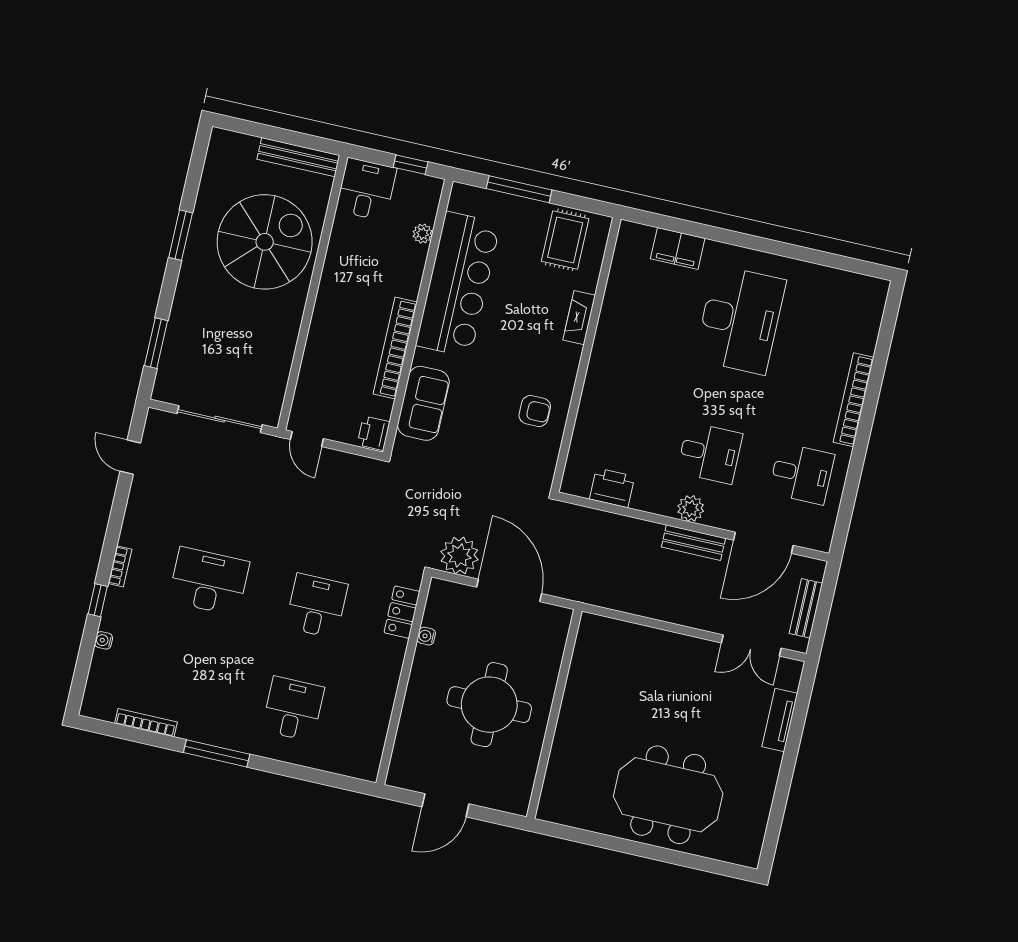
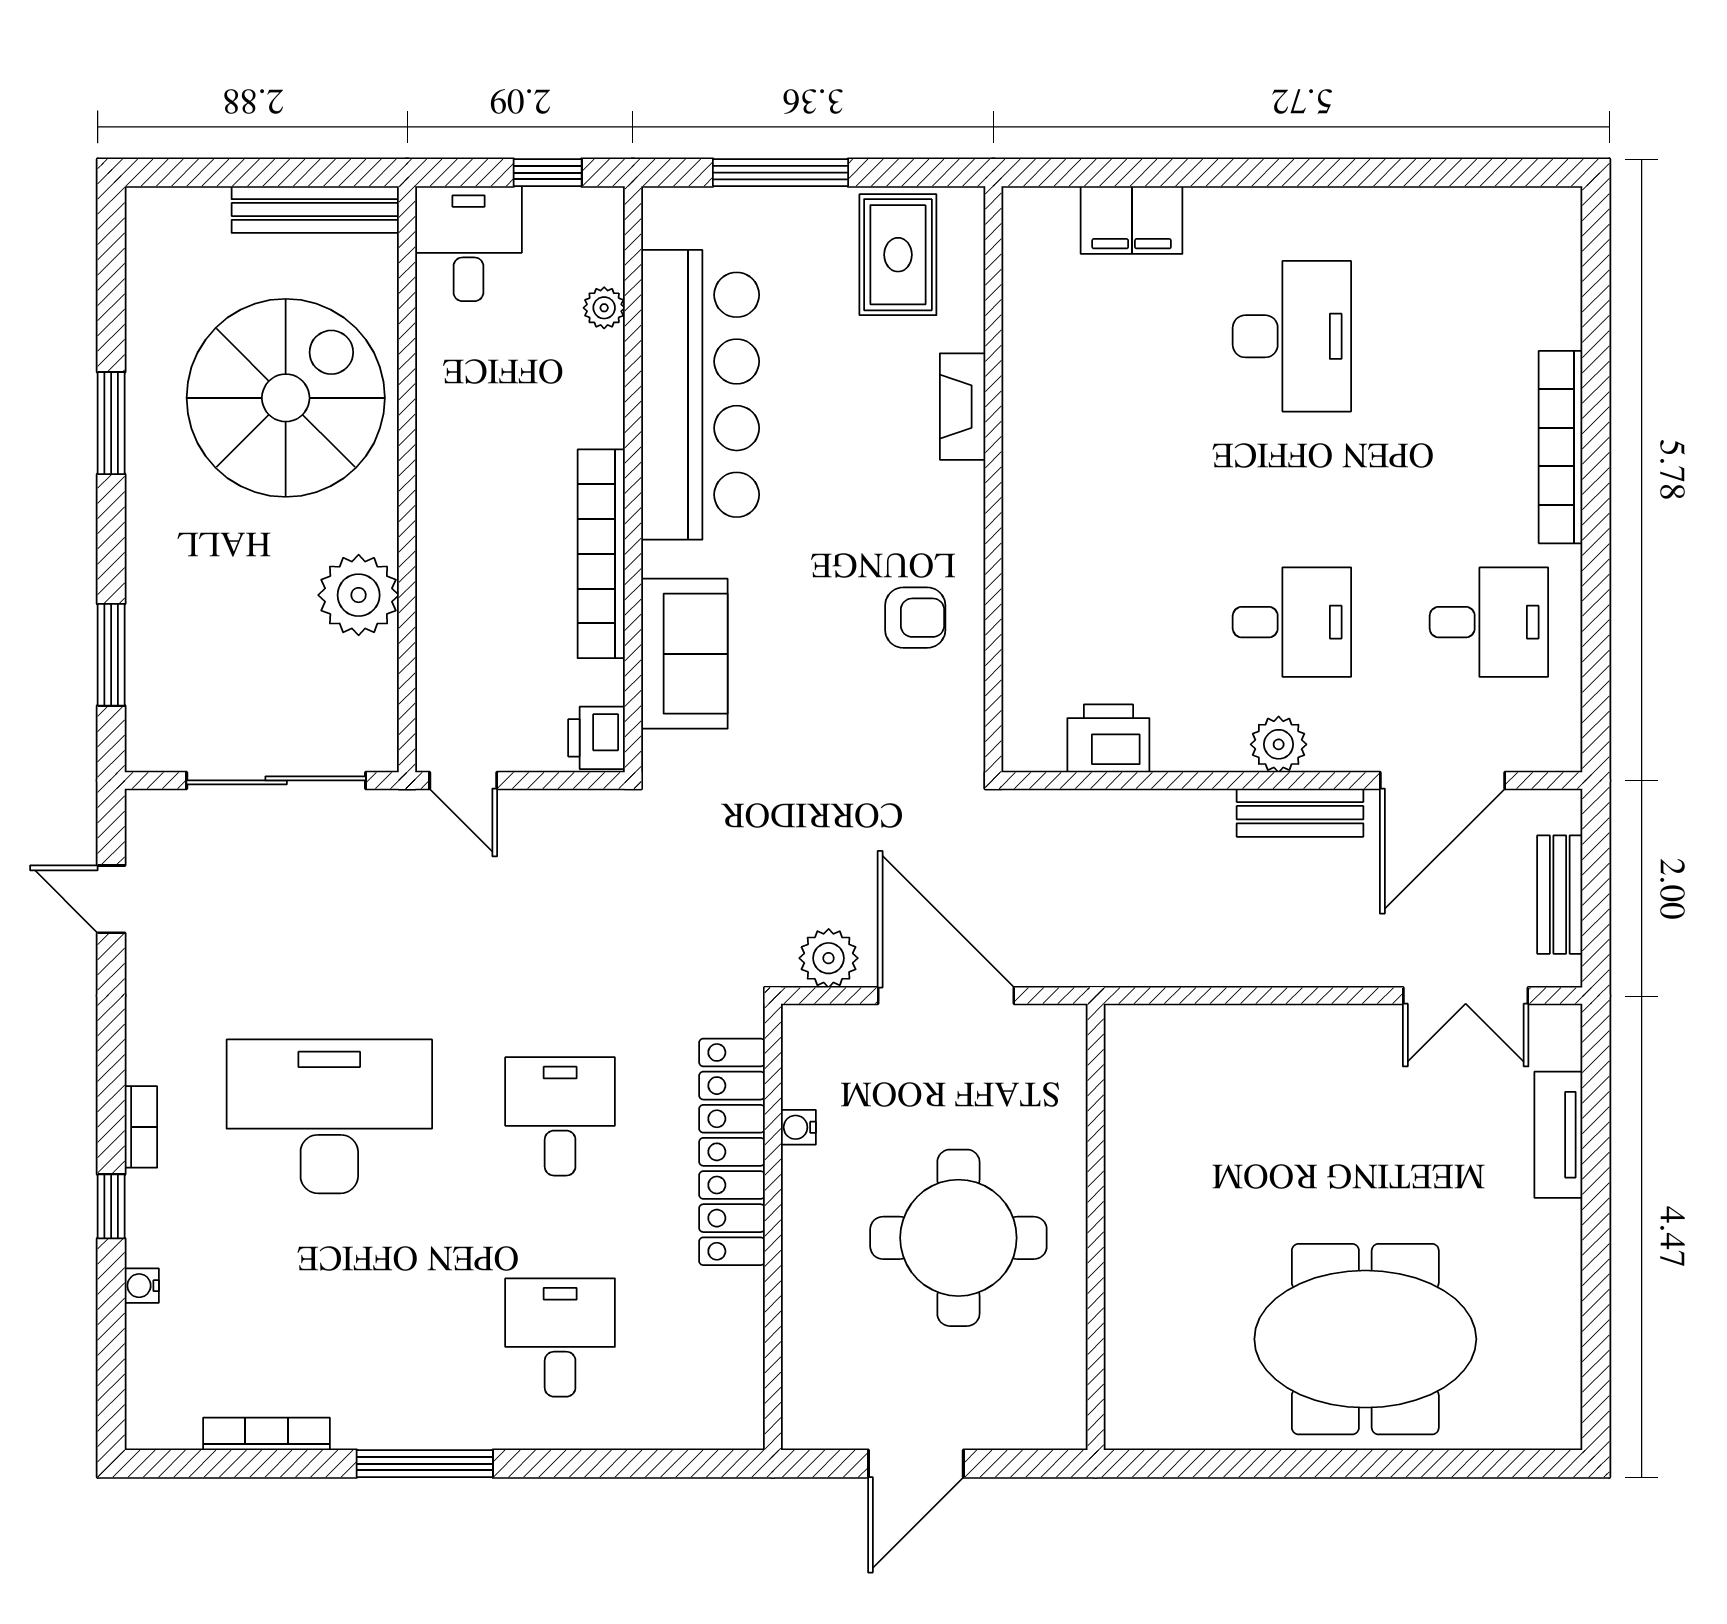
desk: (740, 320) -> (1292, 336), width x0.73, depth x0.77
plant: (278, 341) -> (359, 595), added
plant: (459, 556) -> (829, 958), width x0.73, depth x0.73
desk: (209, 581) -> (329, 1116), width x1.36, depth x1.30
locker: (402, 612) -> (732, 1152), width x2.16, depth x1.21

